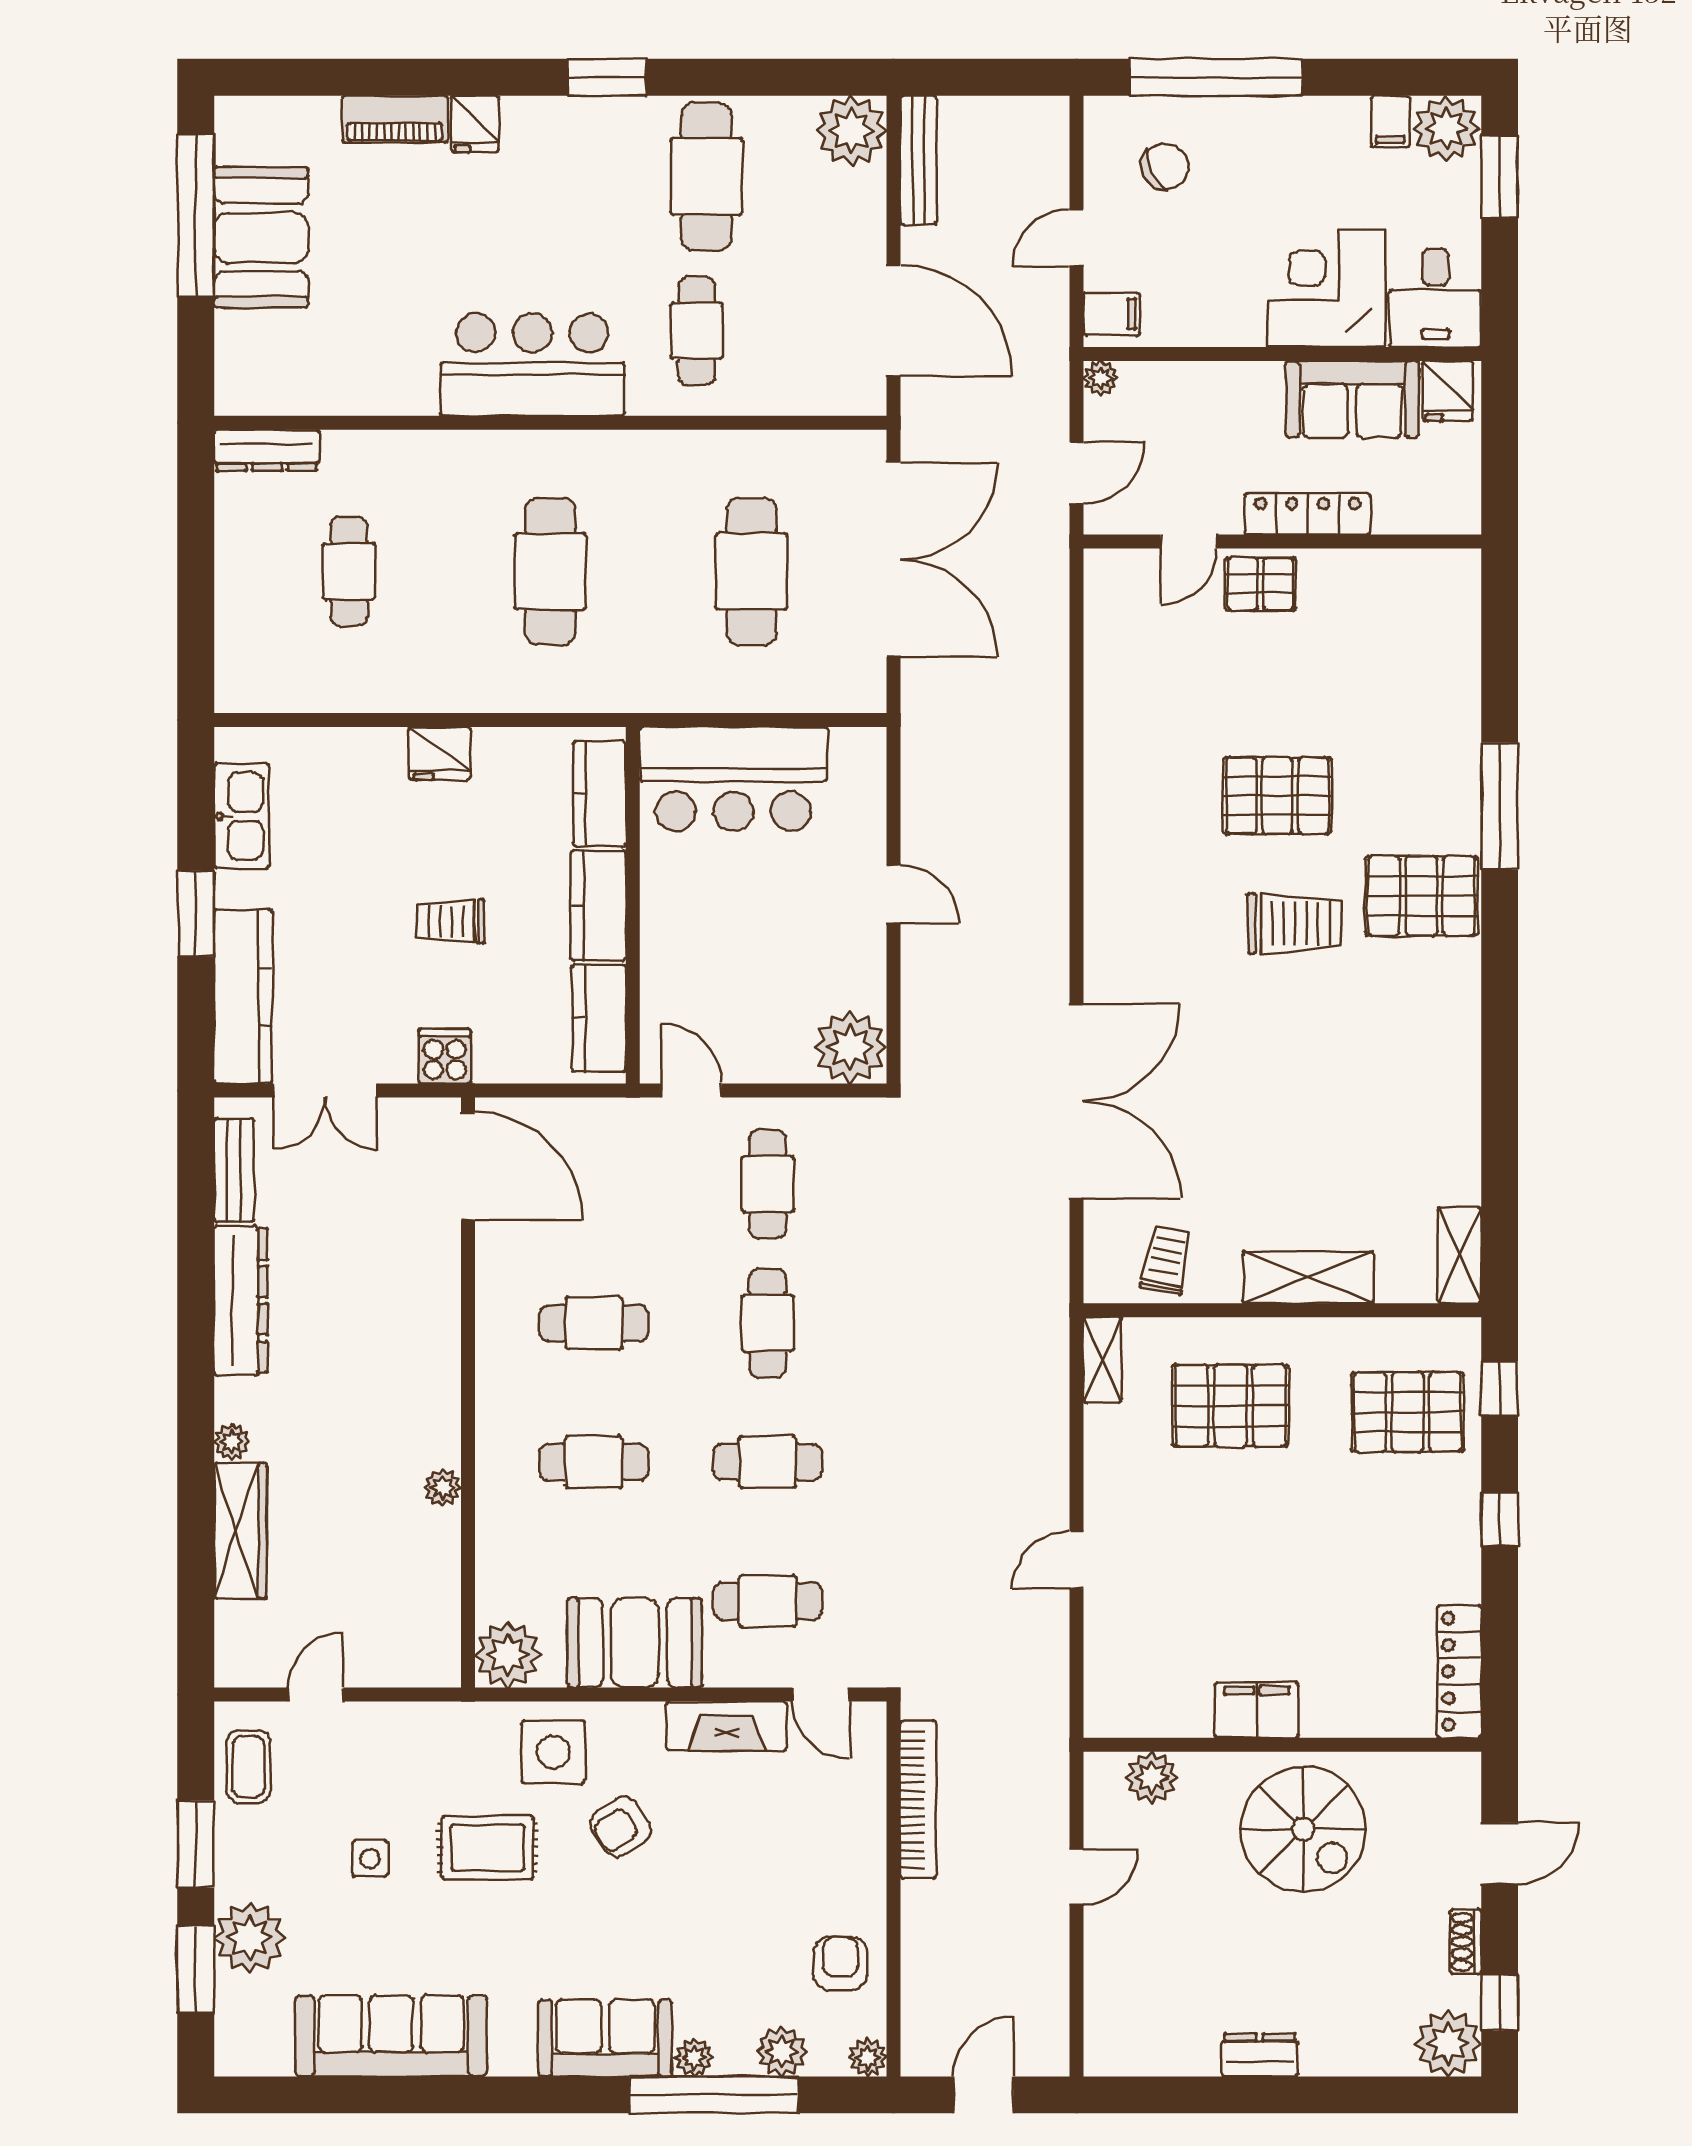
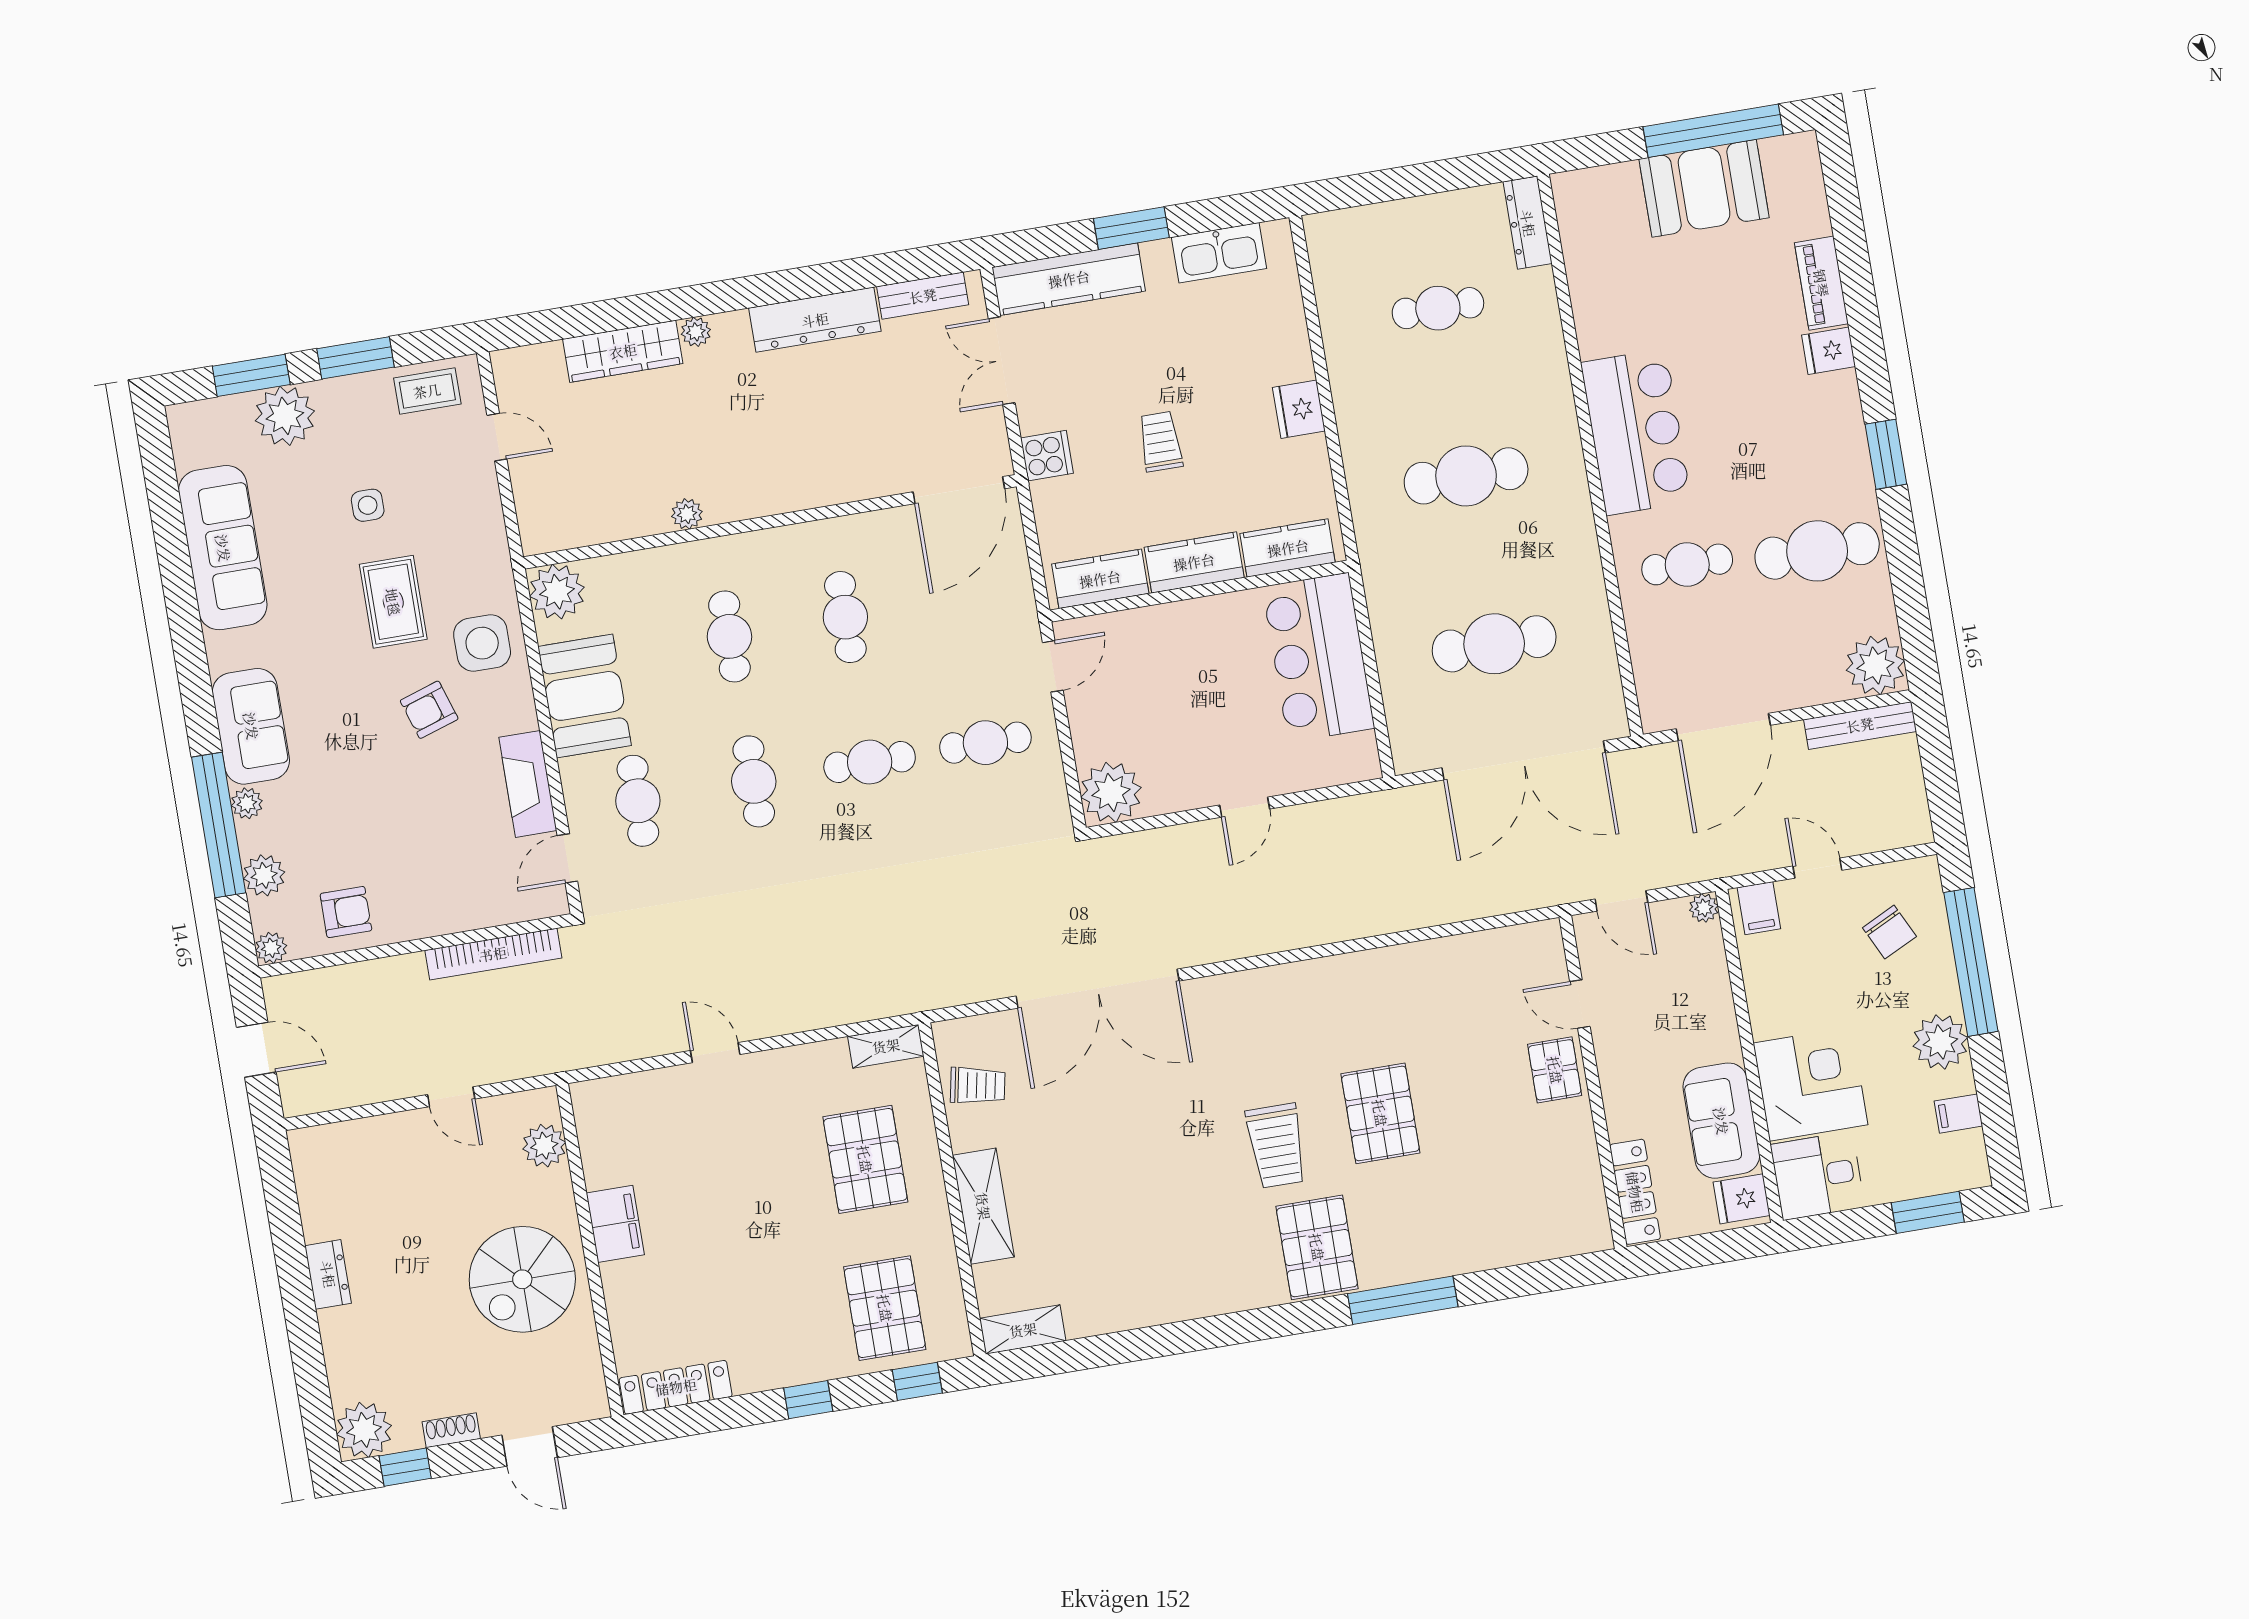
plant: (1446, 128) -> (1940, 1042), moved
locker: (1308, 514) -> (1635, 1192), moved
armchair: (621, 1827) -> (429, 710), turned -74

